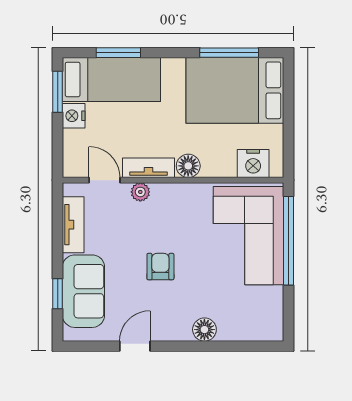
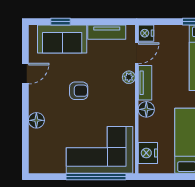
nightstand: (74, 116) -> (146, 33), moved, turned -90
door: (135, 346) -> (25, 74), hinge flipped

